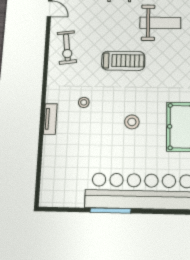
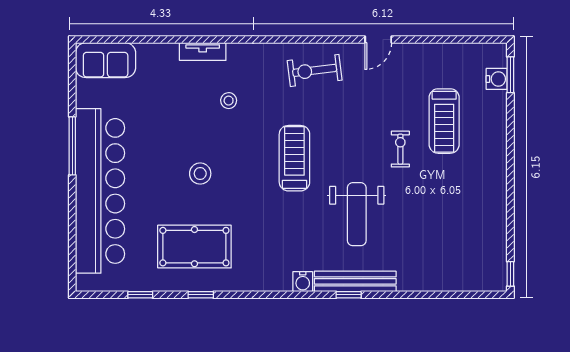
treadmill: (123, 61) -> (294, 158), turned 180
sofa: (52, 185) -> (106, 60), added

